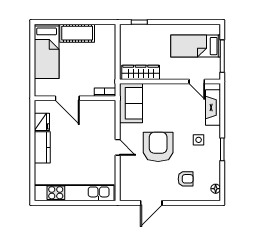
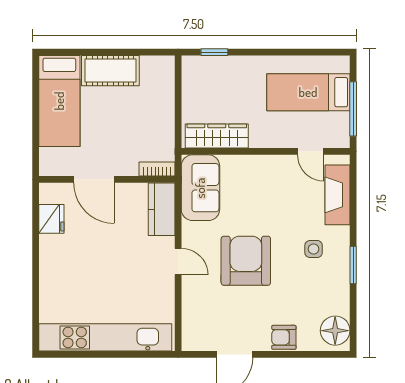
kitchen counter: (42, 147) -> (162, 209), moved, turned 180
armchair: (186, 179) -> (284, 337), moved, turned 180
floor lamp: (216, 189) -> (335, 331), width x1.89, depth x1.89

